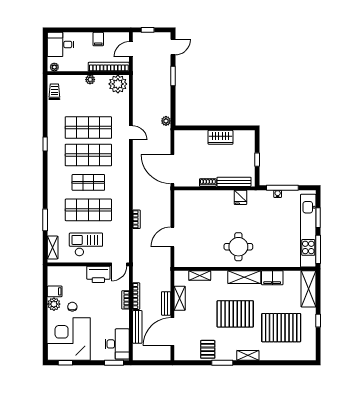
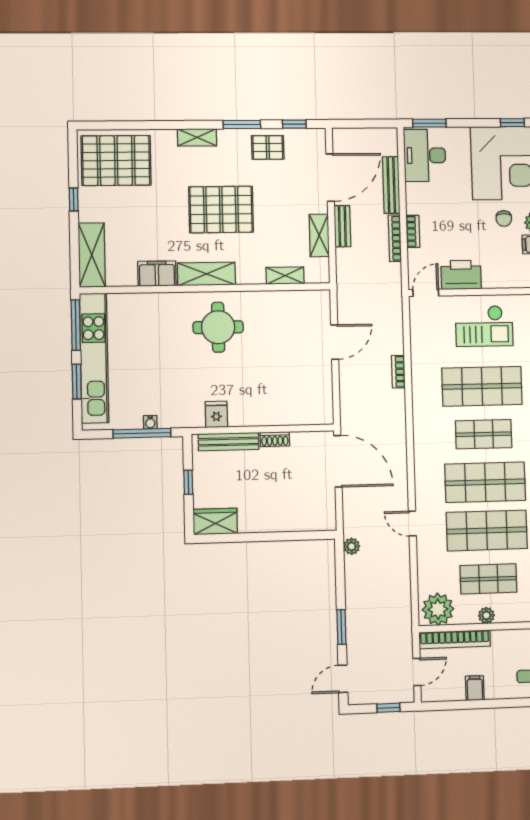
shop shelf: (88, 100) -> (488, 579), added
wardrobe: (220, 137) -> (215, 521), moved
pallet: (281, 328) -> (116, 160), moved
pallet: (208, 349) -> (268, 147), turned 90
window: (192, 363) -> (294, 124), added

